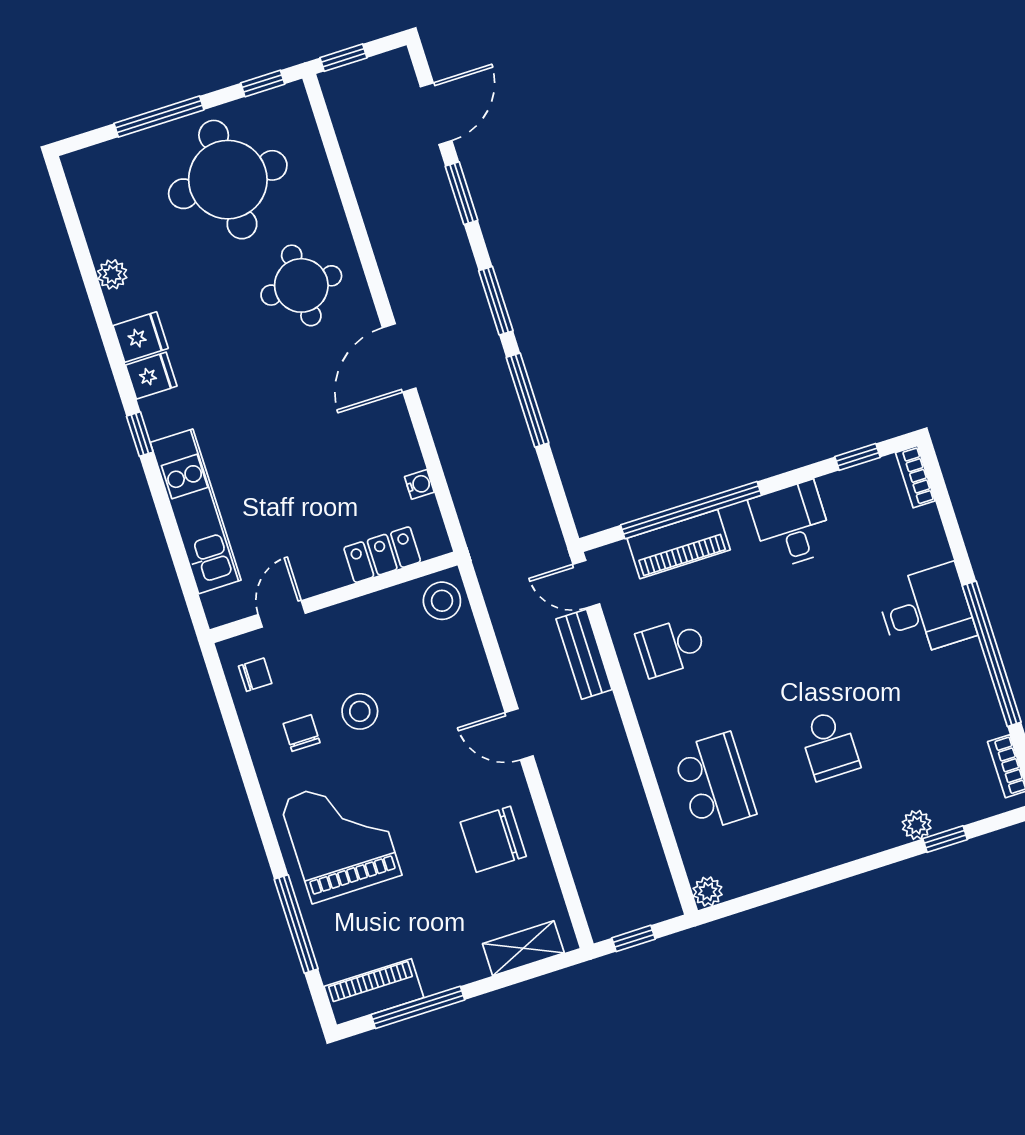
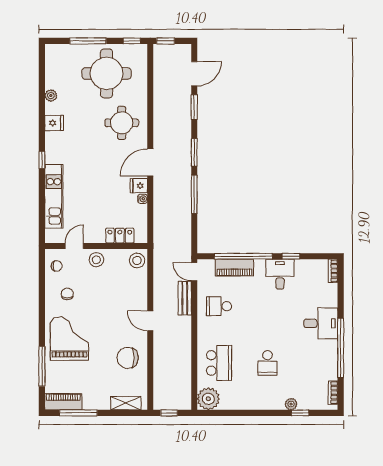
fridge: (151, 376) -> (139, 186), moved, turned 180
window: (857, 457) -> (291, 256), moved
water cooler: (419, 484) -> (143, 199), moved
stool: (360, 711) -> (96, 260), moved
plant: (708, 892) -> (208, 399), width x1.88, depth x1.88

